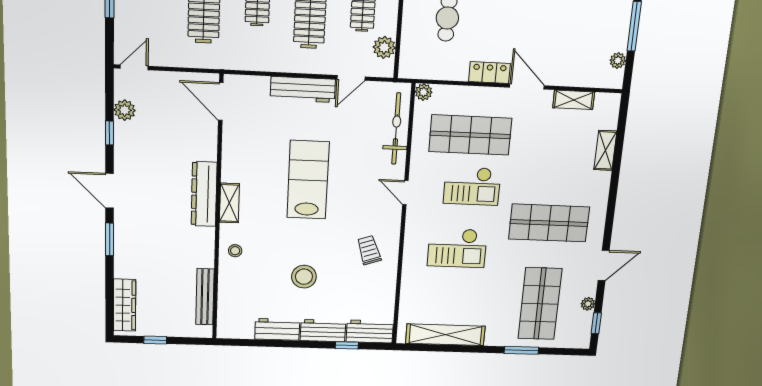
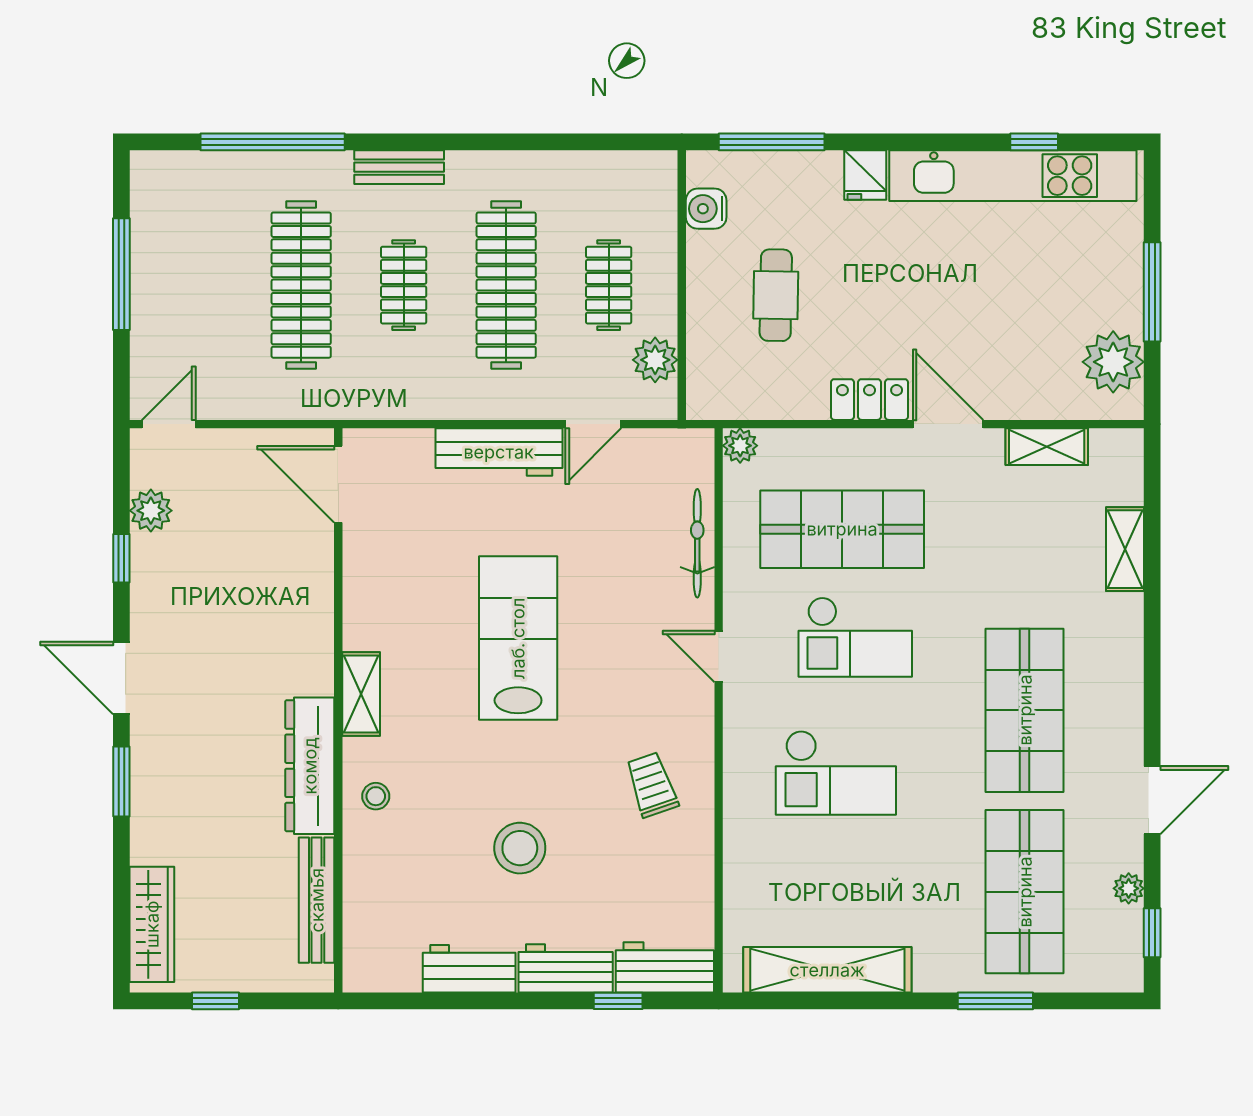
plant: (618, 60) -> (1113, 362), width x1.87, depth x1.87
bicycle: (396, 129) -> (697, 543), width x0.73, depth x0.71
dresser: (204, 194) -> (310, 766), moved
shop shelf: (549, 223) -> (1025, 710), turned 90

